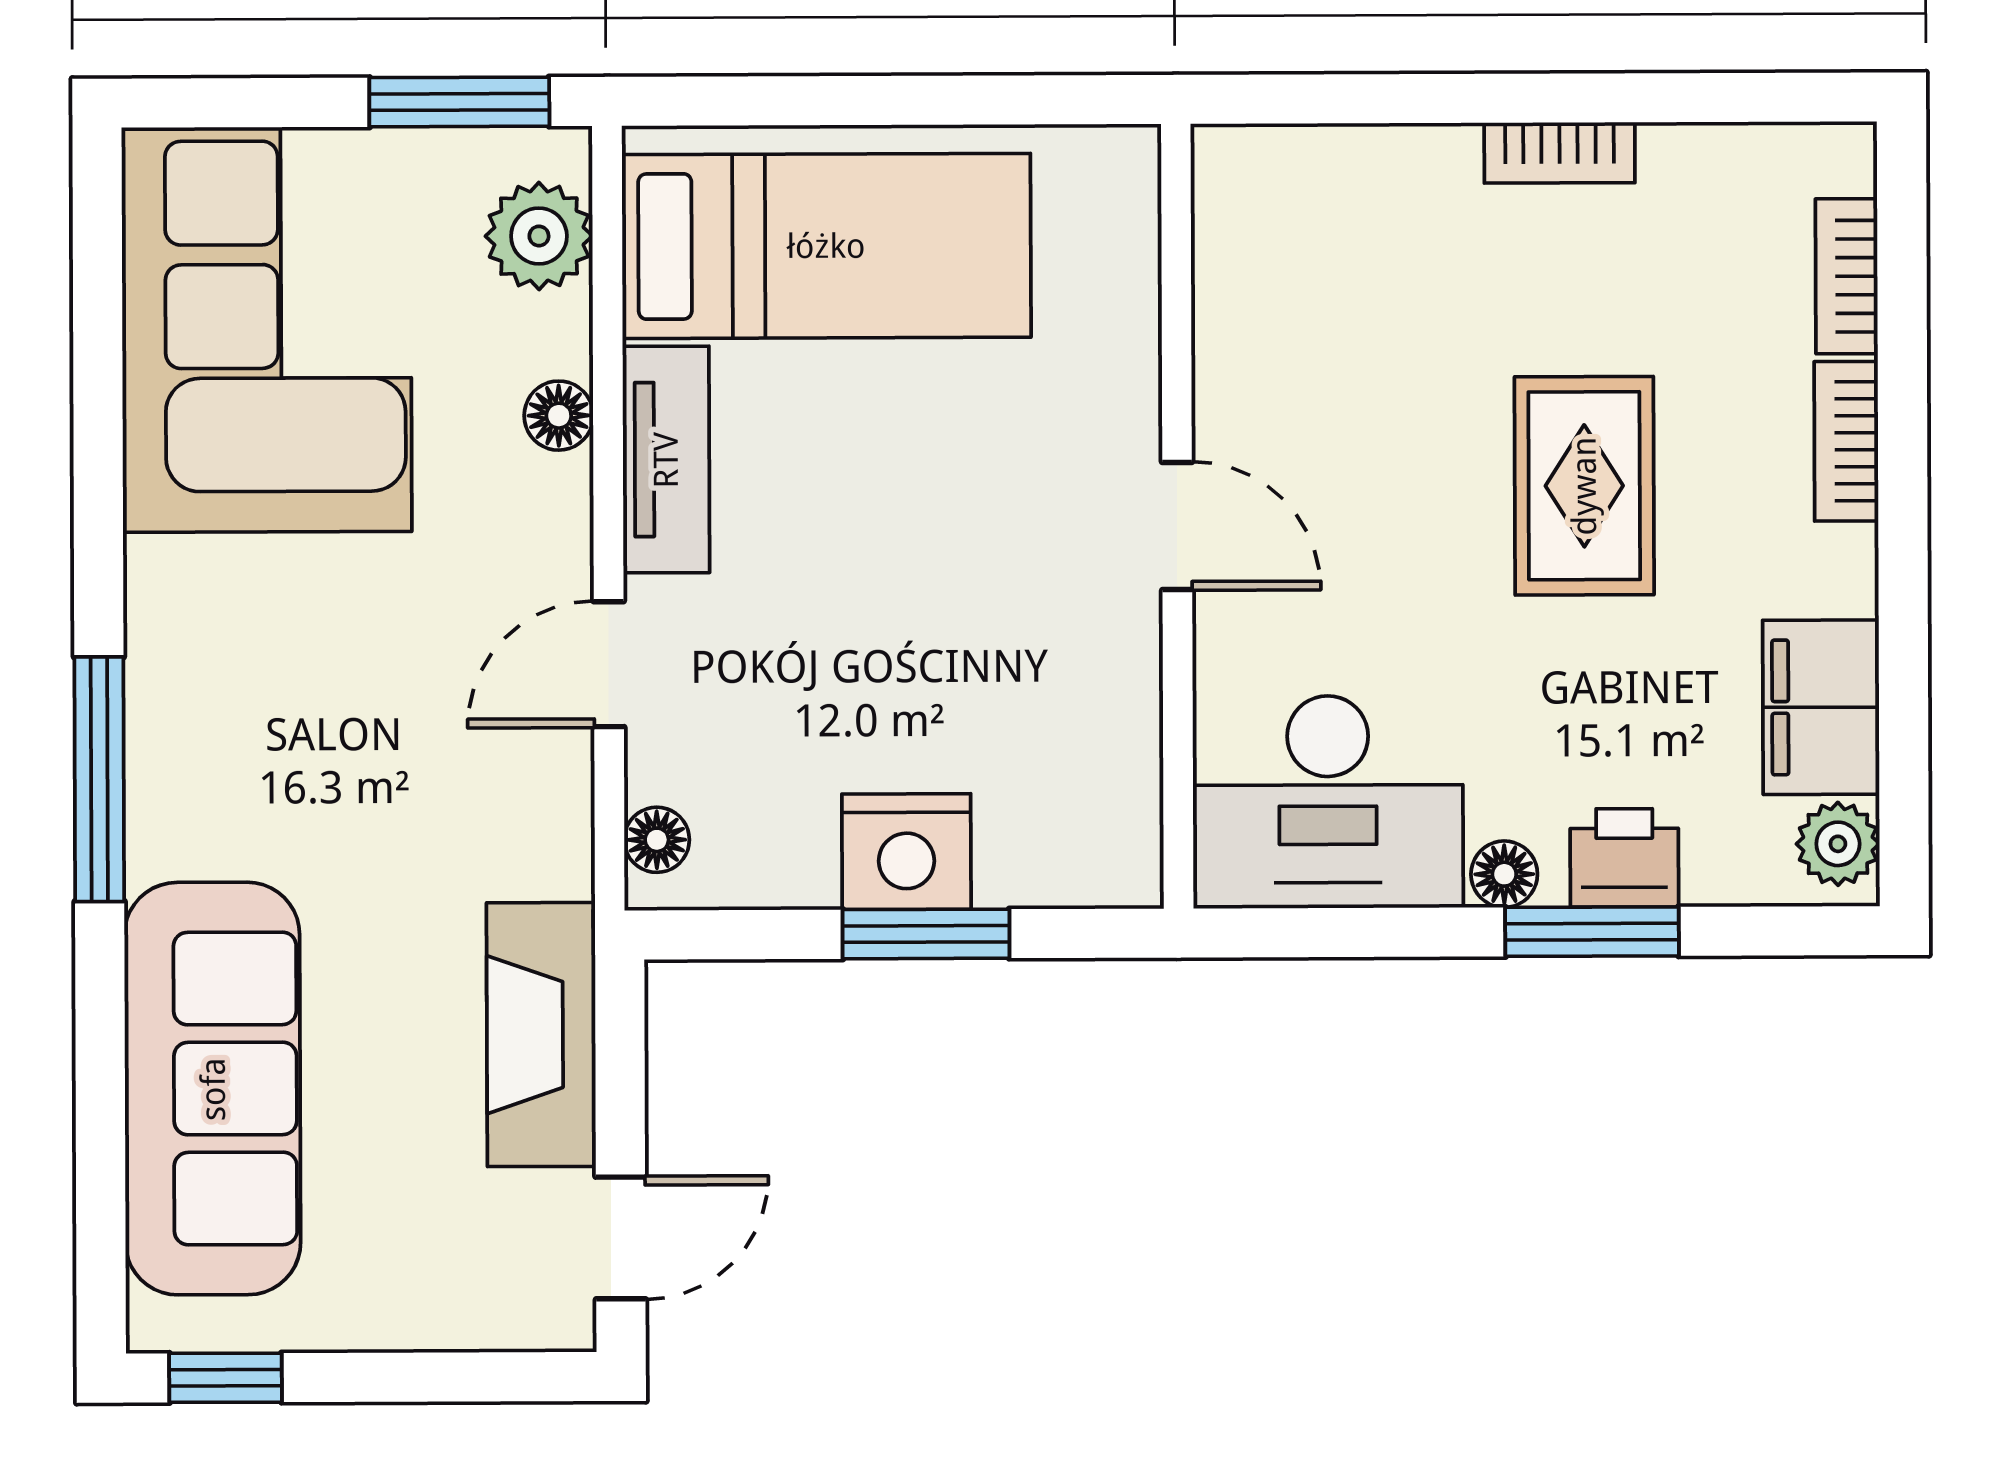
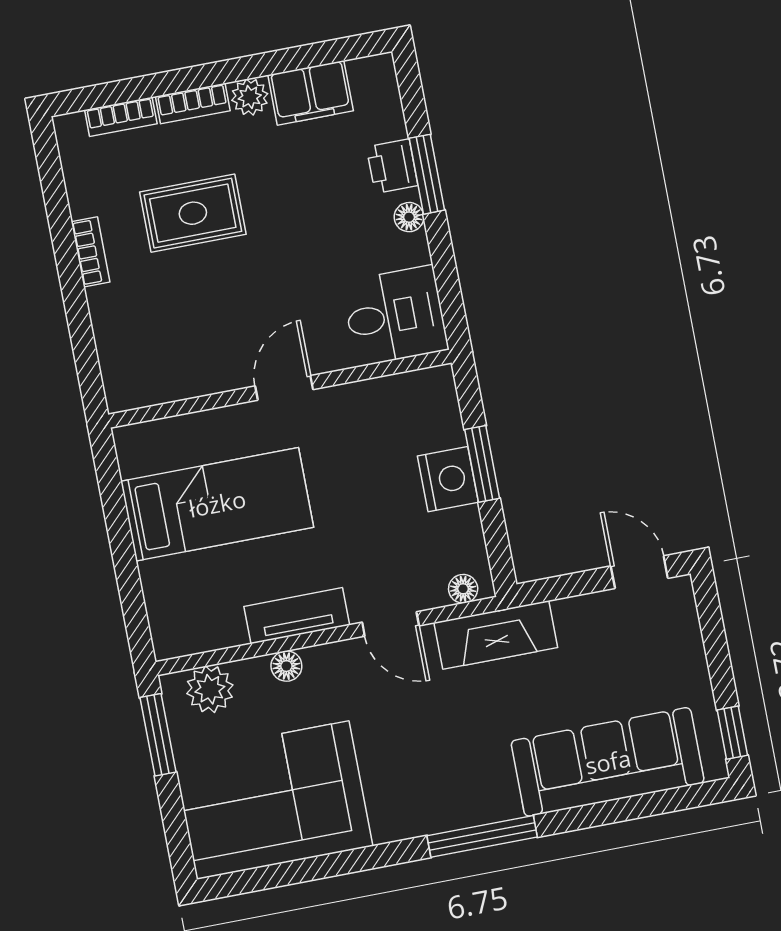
bed: (826, 246) -> (217, 504), moved, turned 90
rug: (1584, 486) -> (193, 213), moved
desk: (1328, 802) -> (395, 316), width x0.73
plant: (1838, 844) -> (250, 97), moved
fireplace: (541, 1035) -> (496, 635), moved

